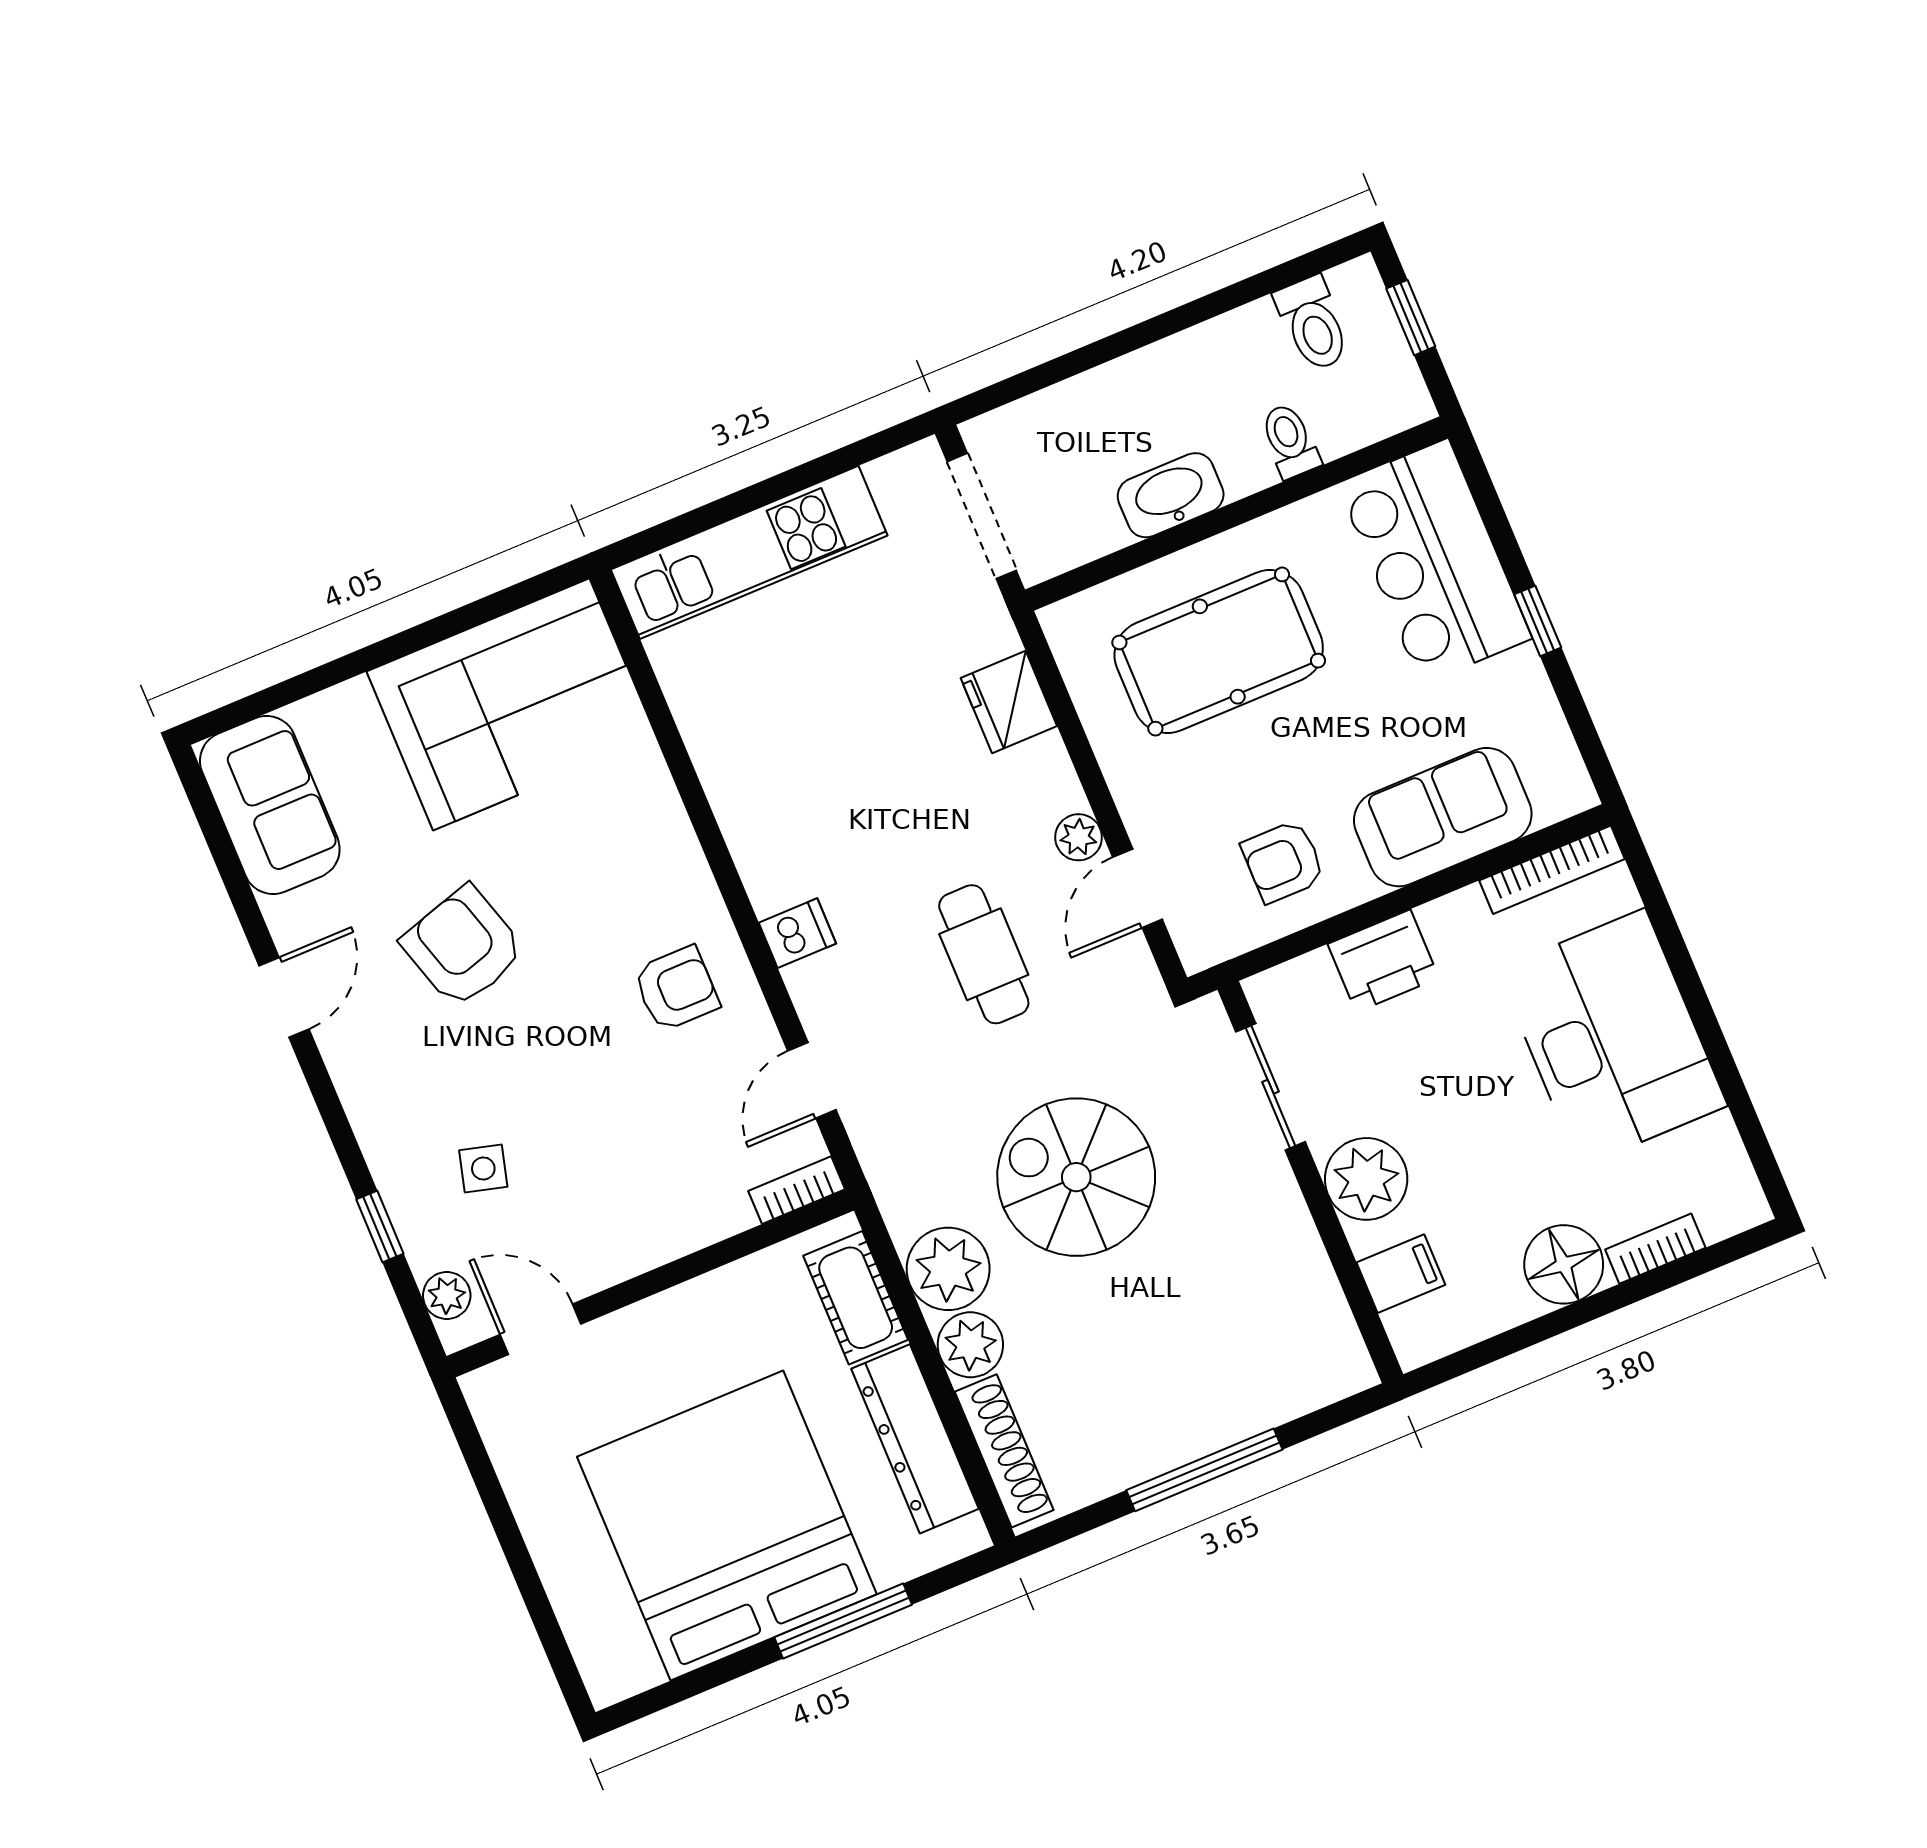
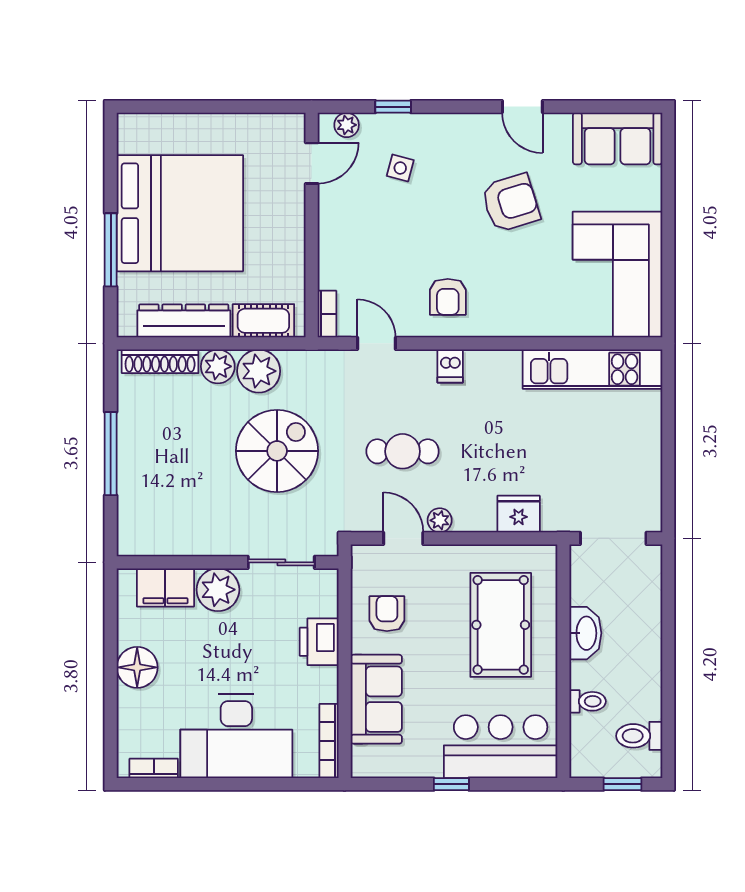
kitchen unit: (749, 552) -> (592, 369), moved, turned -90
bookcase: (1655, 1249) -> (154, 768), moved, turned -90
filing cabinet: (1401, 1274) -> (165, 587), width x2.00

